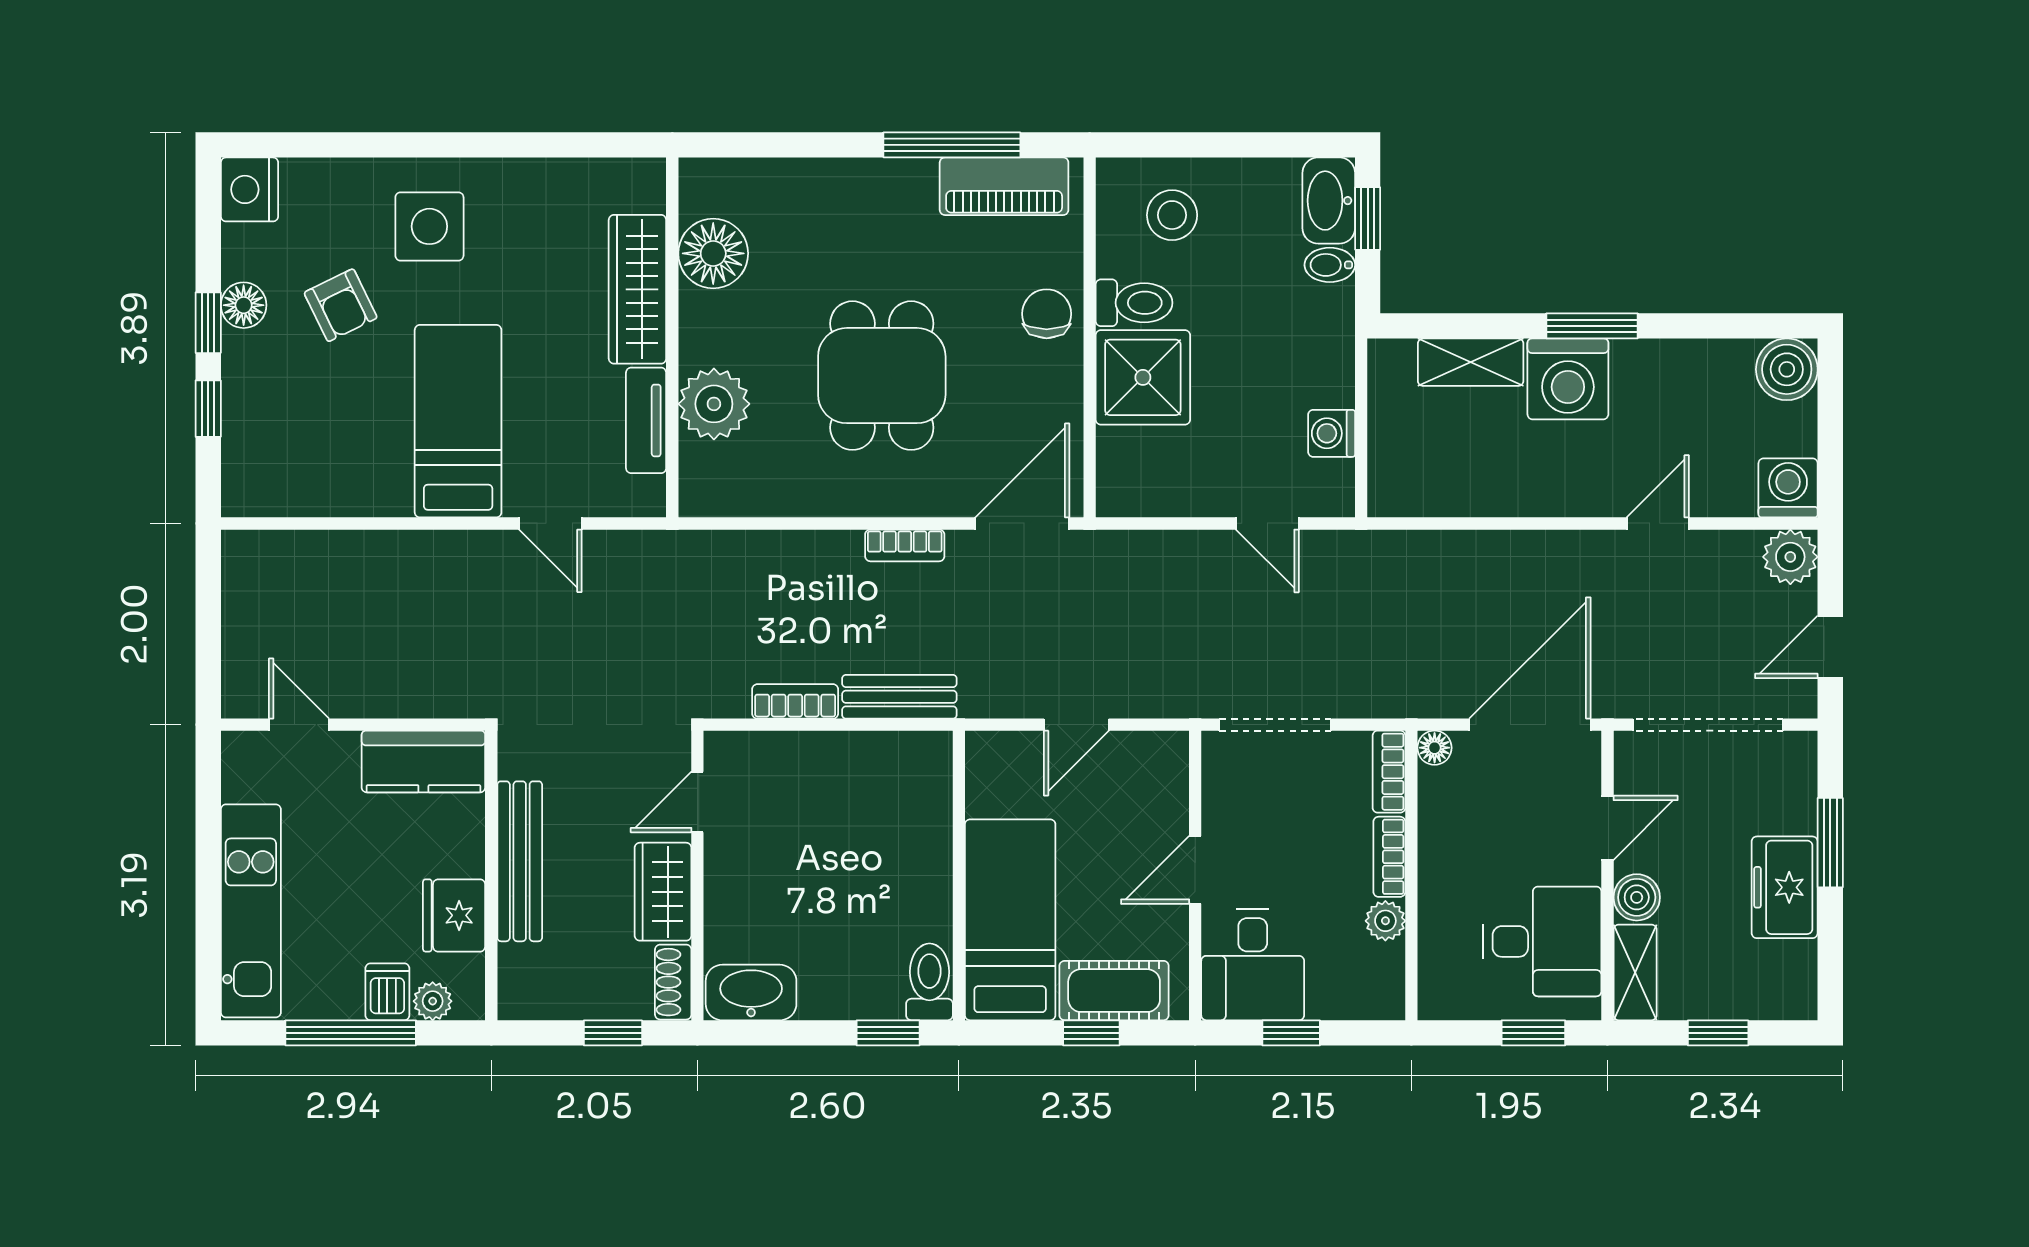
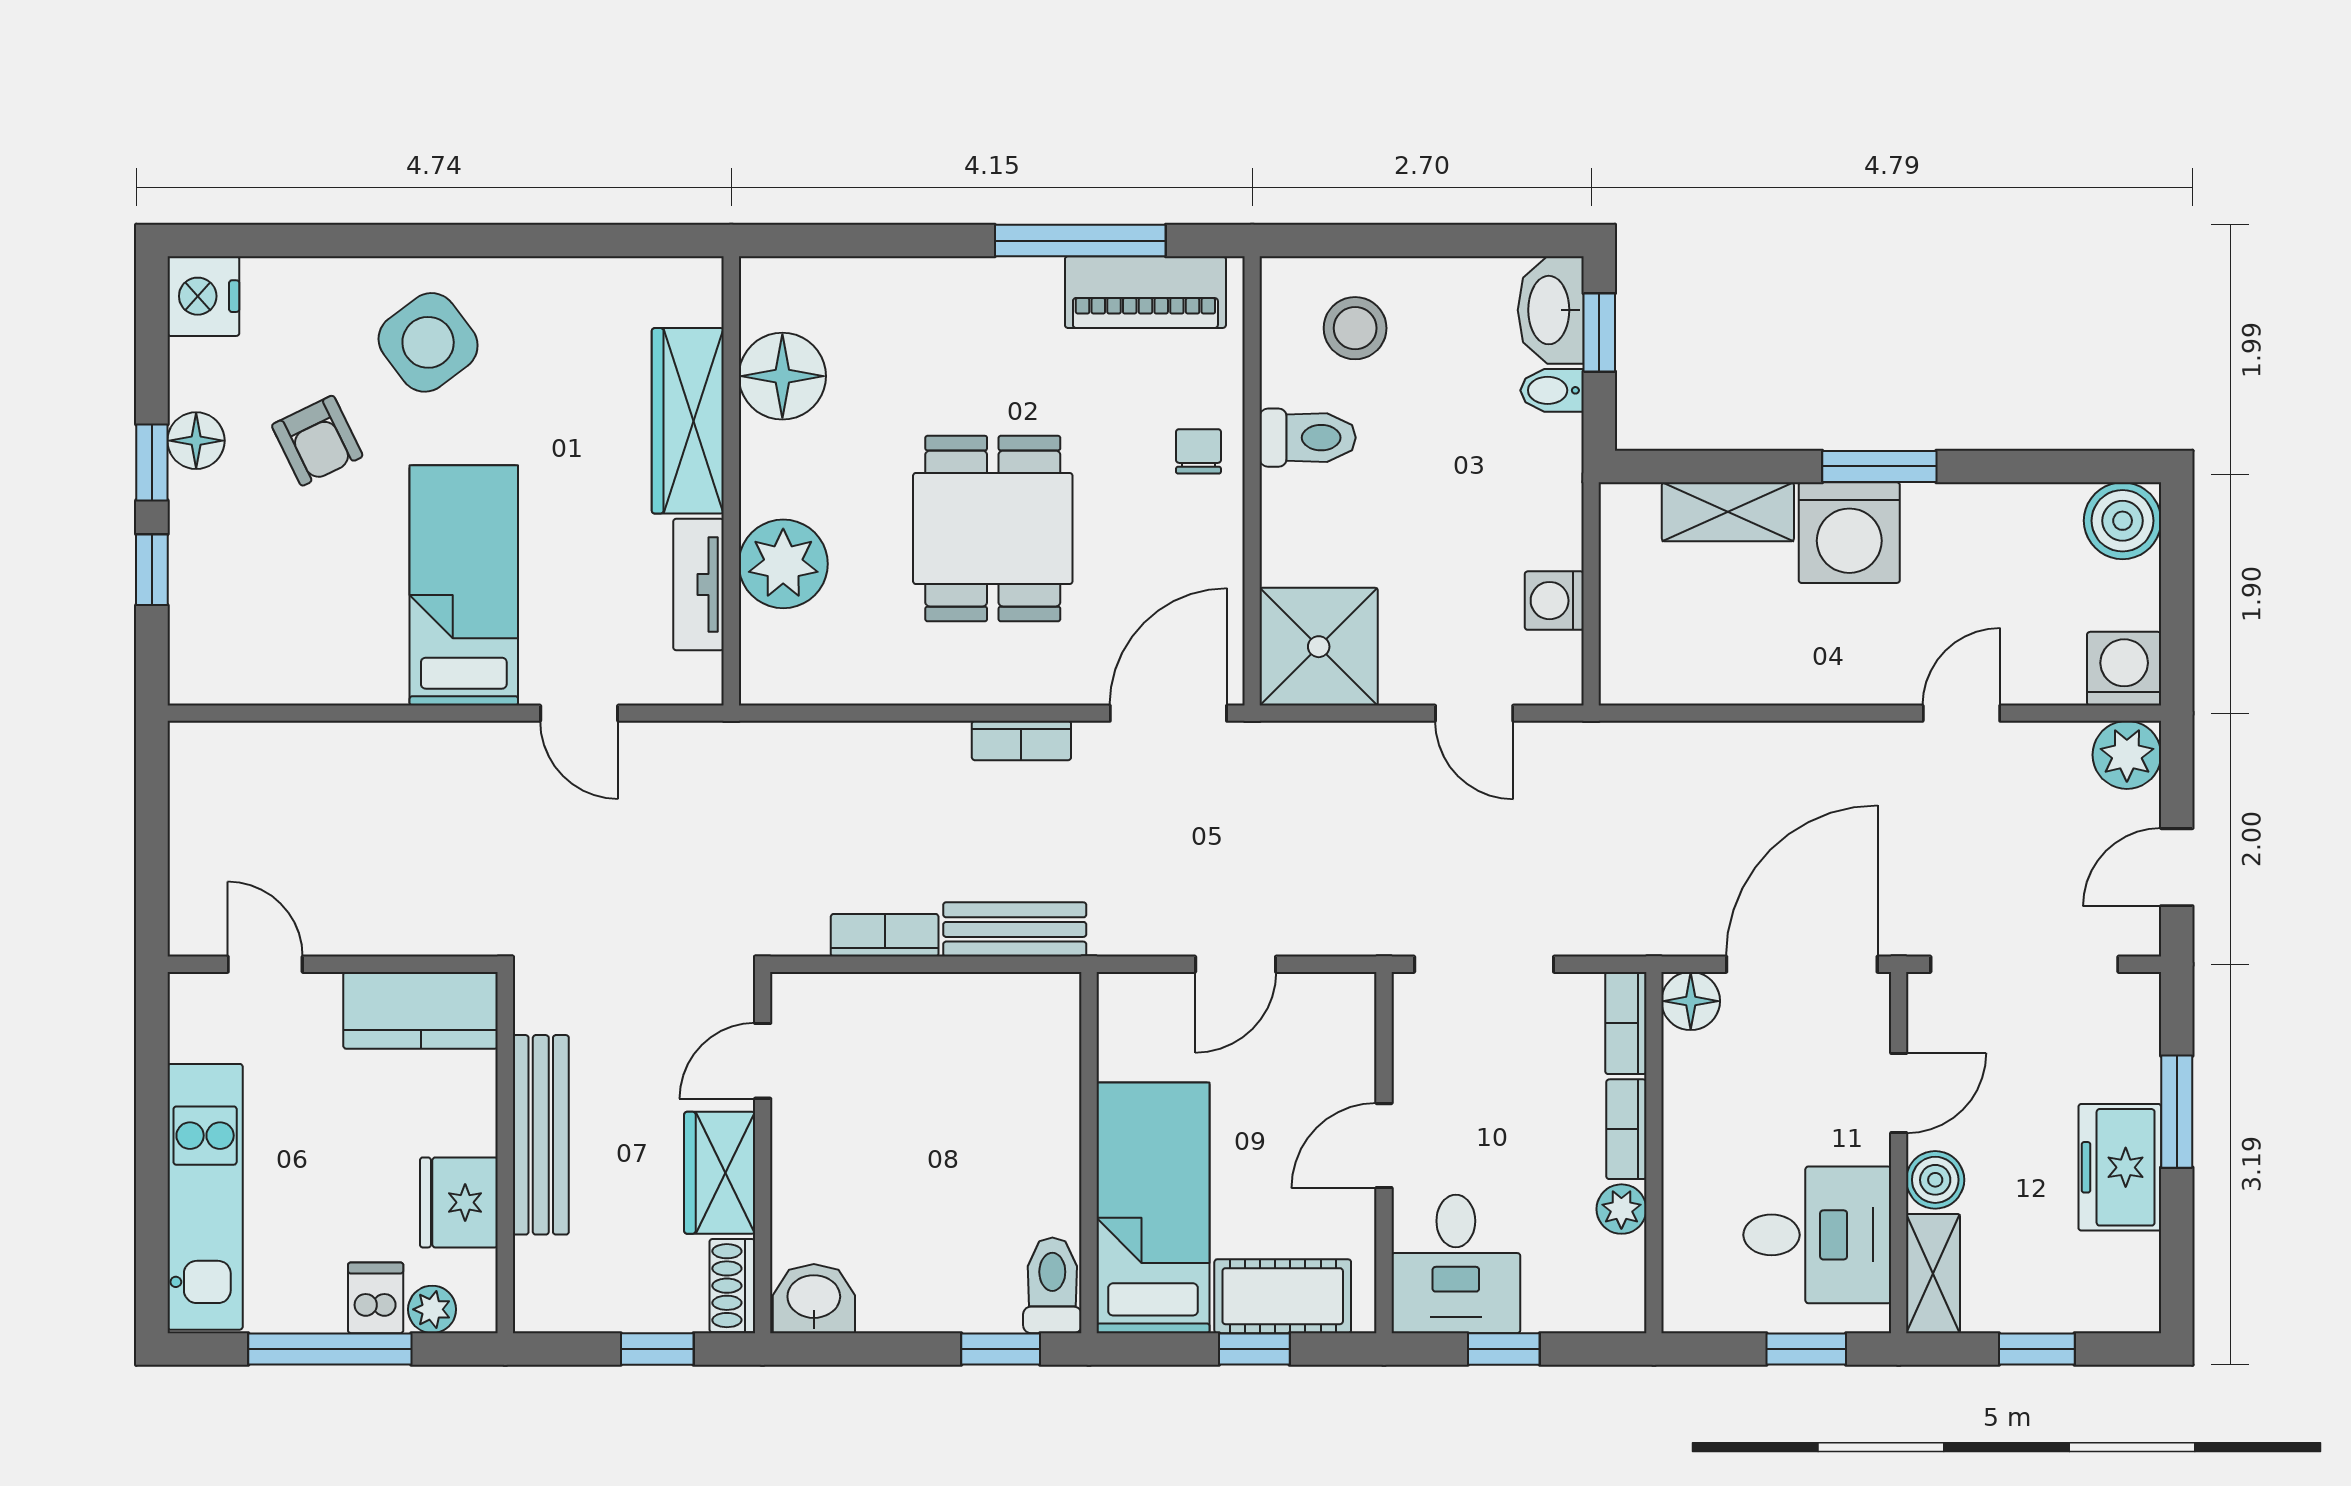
side table: (429, 226) -> (428, 342), turned -37
chair: (1047, 314) -> (1198, 451), width x0.73, depth x0.73
shower: (1143, 377) -> (1319, 647), moved
floor lamp: (1435, 748) -> (1691, 1001), width x1.37, depth x1.37
washbasin: (751, 992) -> (814, 1299), width x0.72

